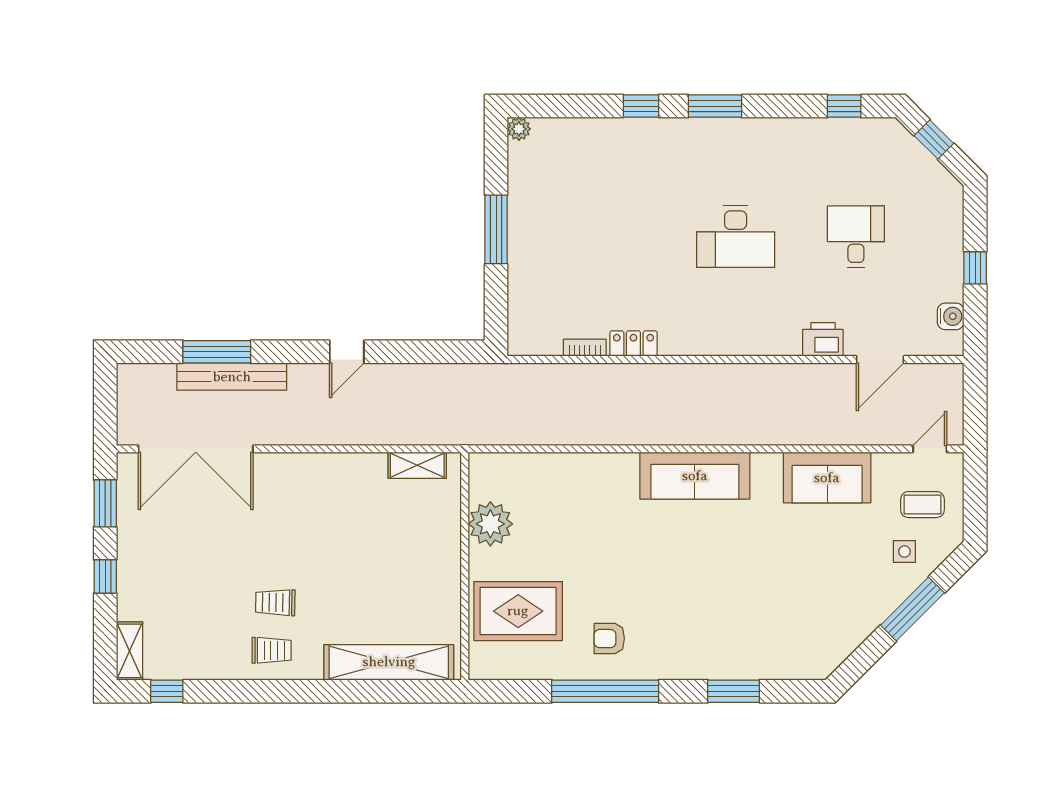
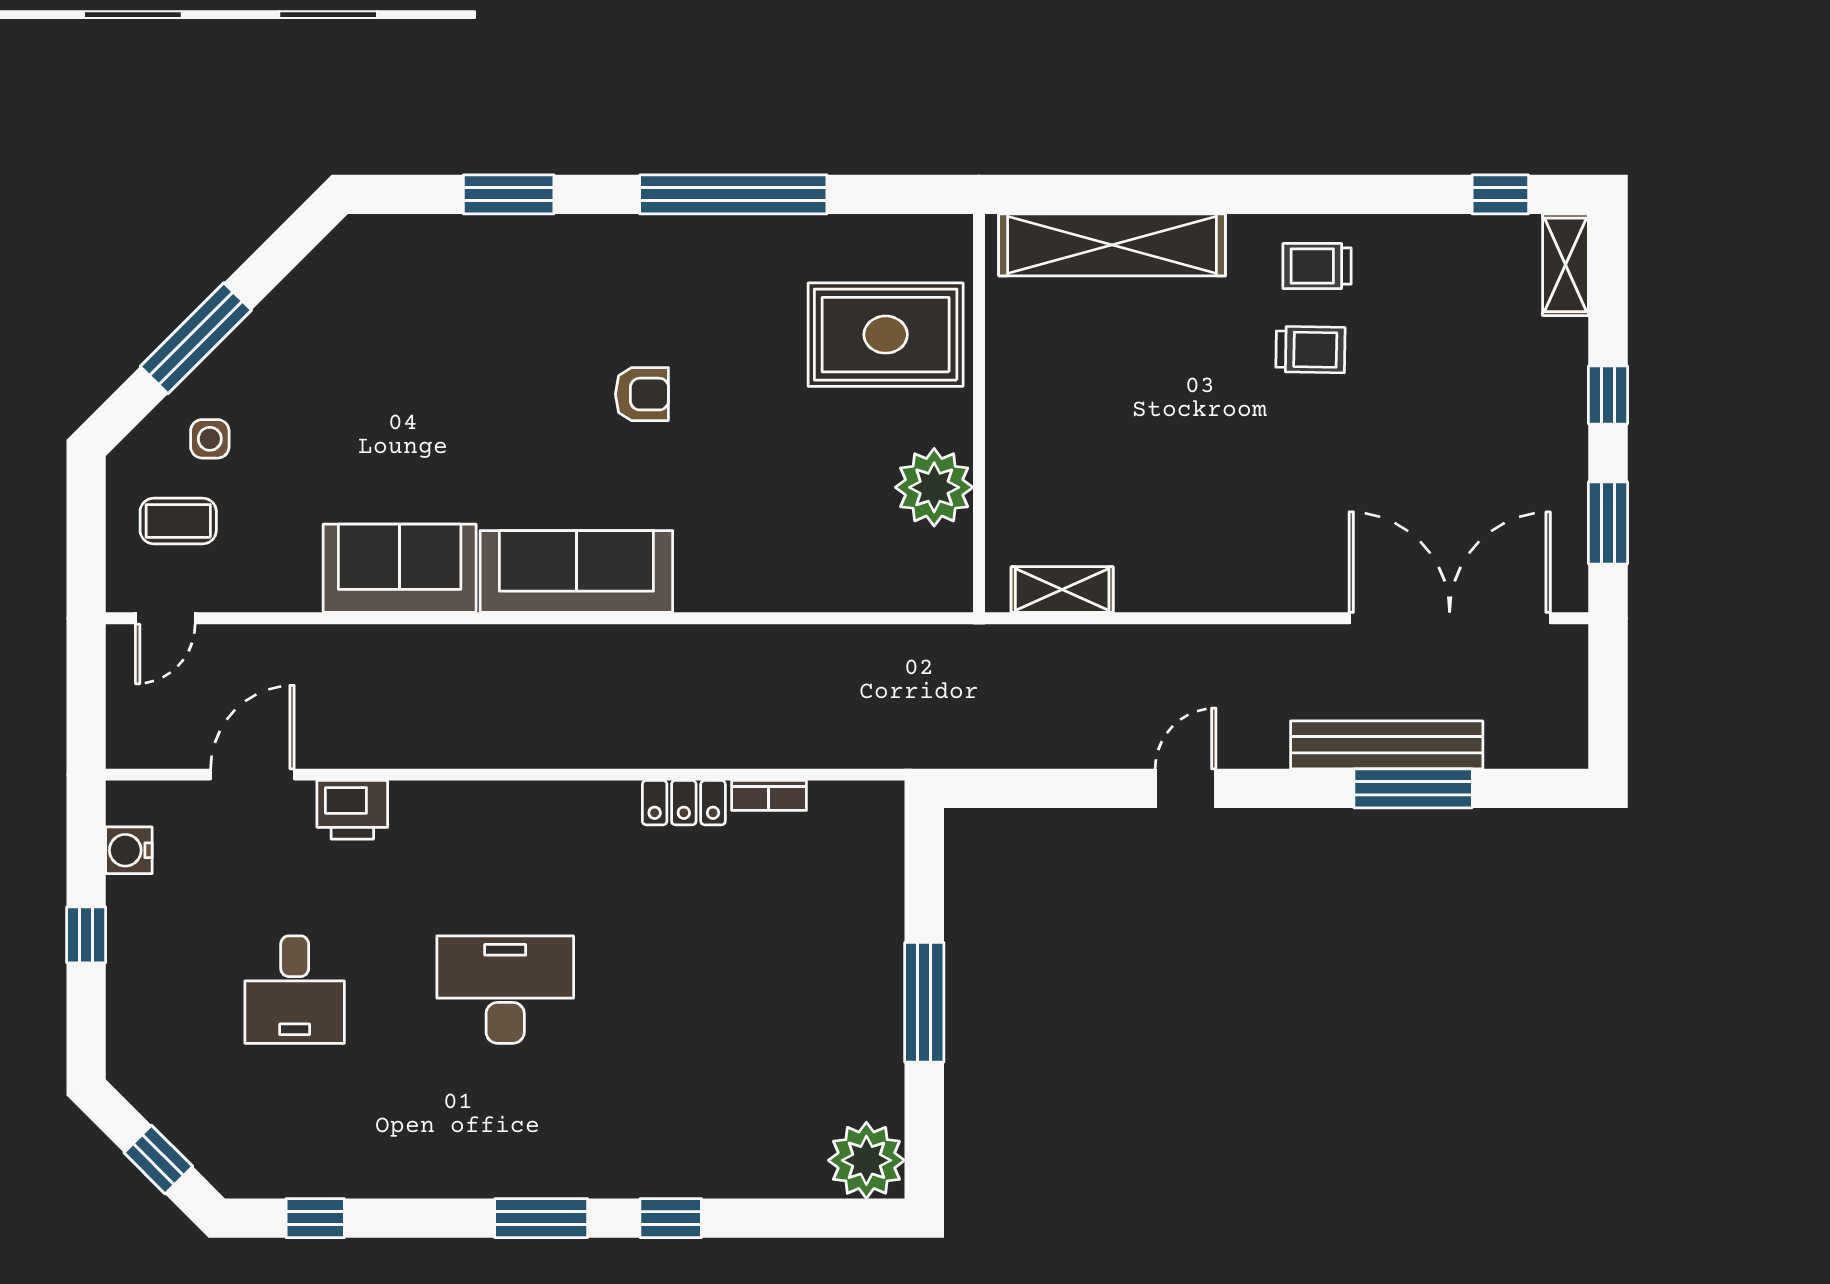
plant: (519, 129) -> (866, 1160), width x1.87, depth x1.87
sofa: (827, 478) -> (400, 568), moved
armchair: (609, 639) -> (642, 394), moved

